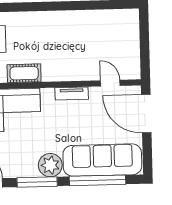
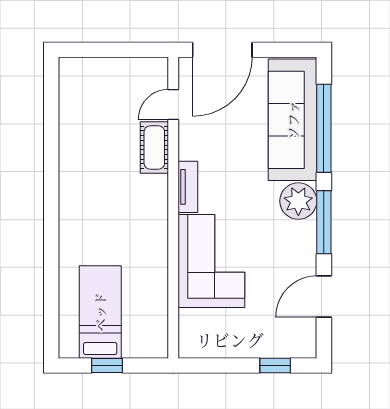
cot: (24, 73) -> (154, 147), moved
tv unit: (72, 94) -> (188, 187), moved

